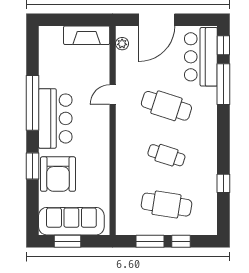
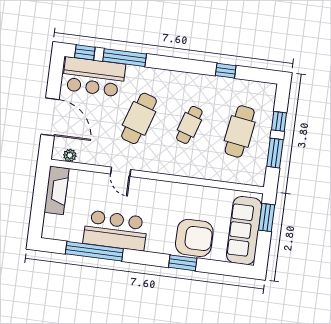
window: (33, 103) -> (94, 251), moved
bar counter: (55, 118) -> (115, 230), moved
window: (68, 241) -> (267, 217), moved

